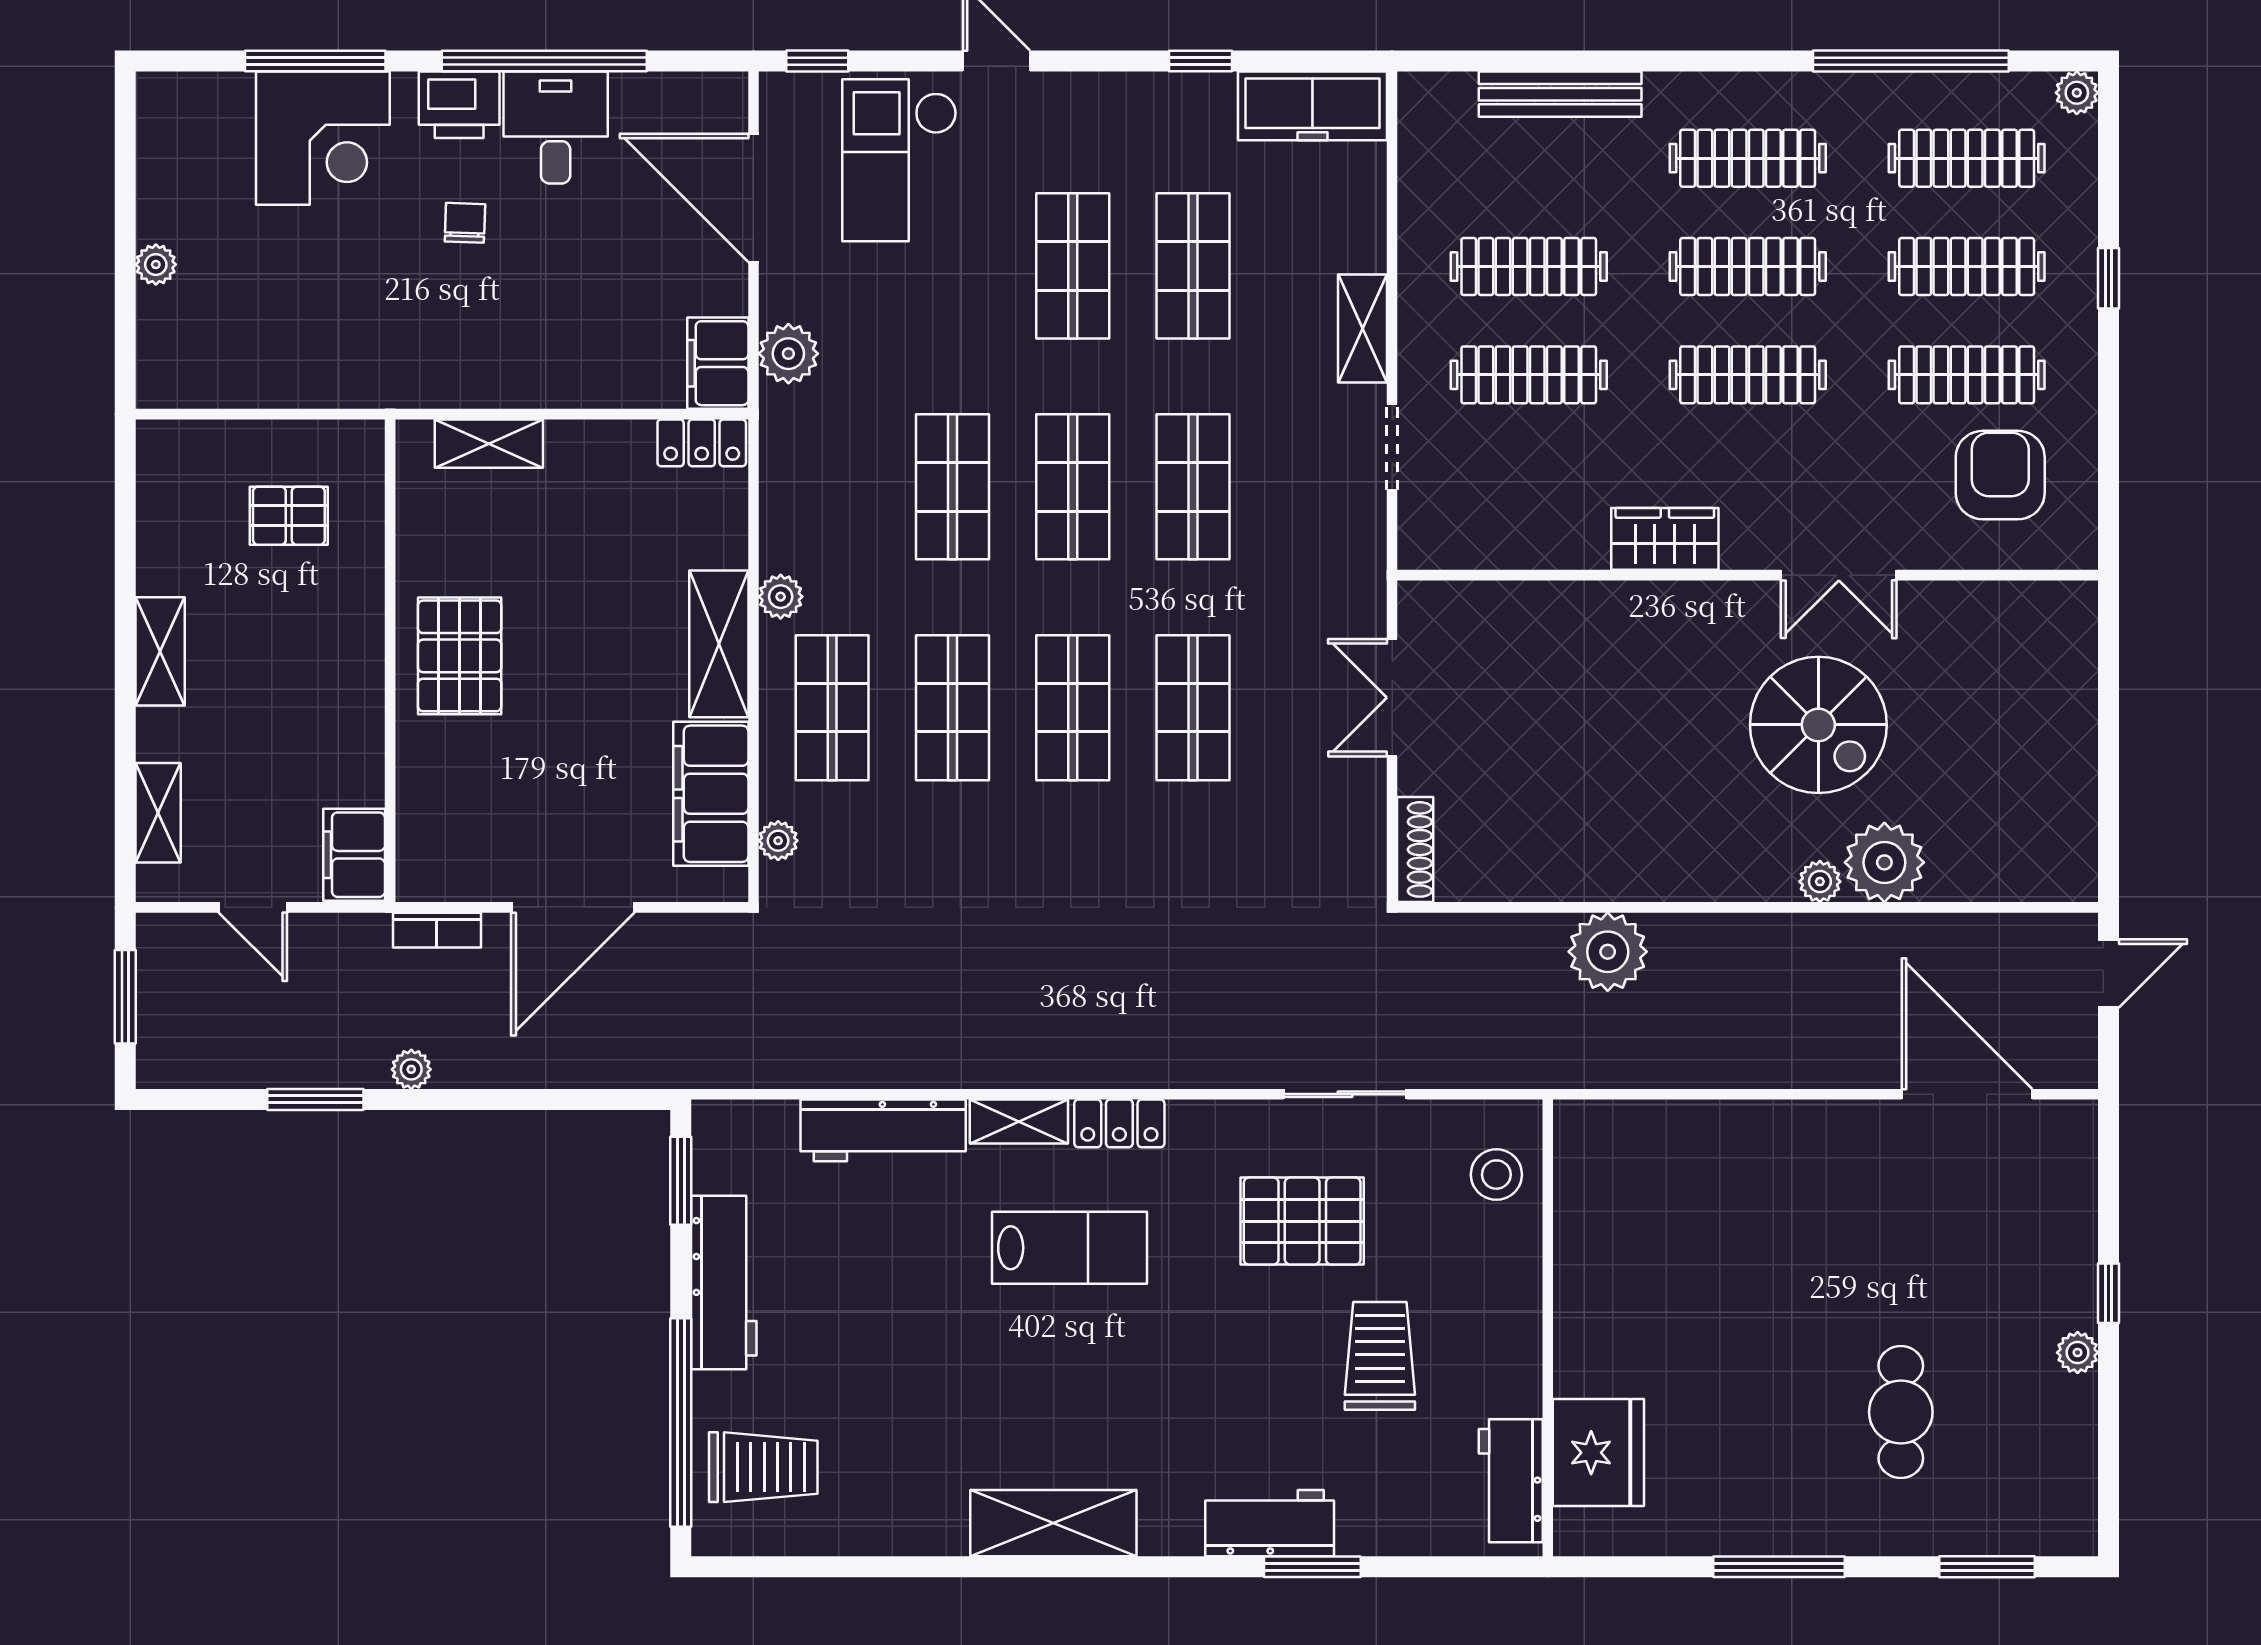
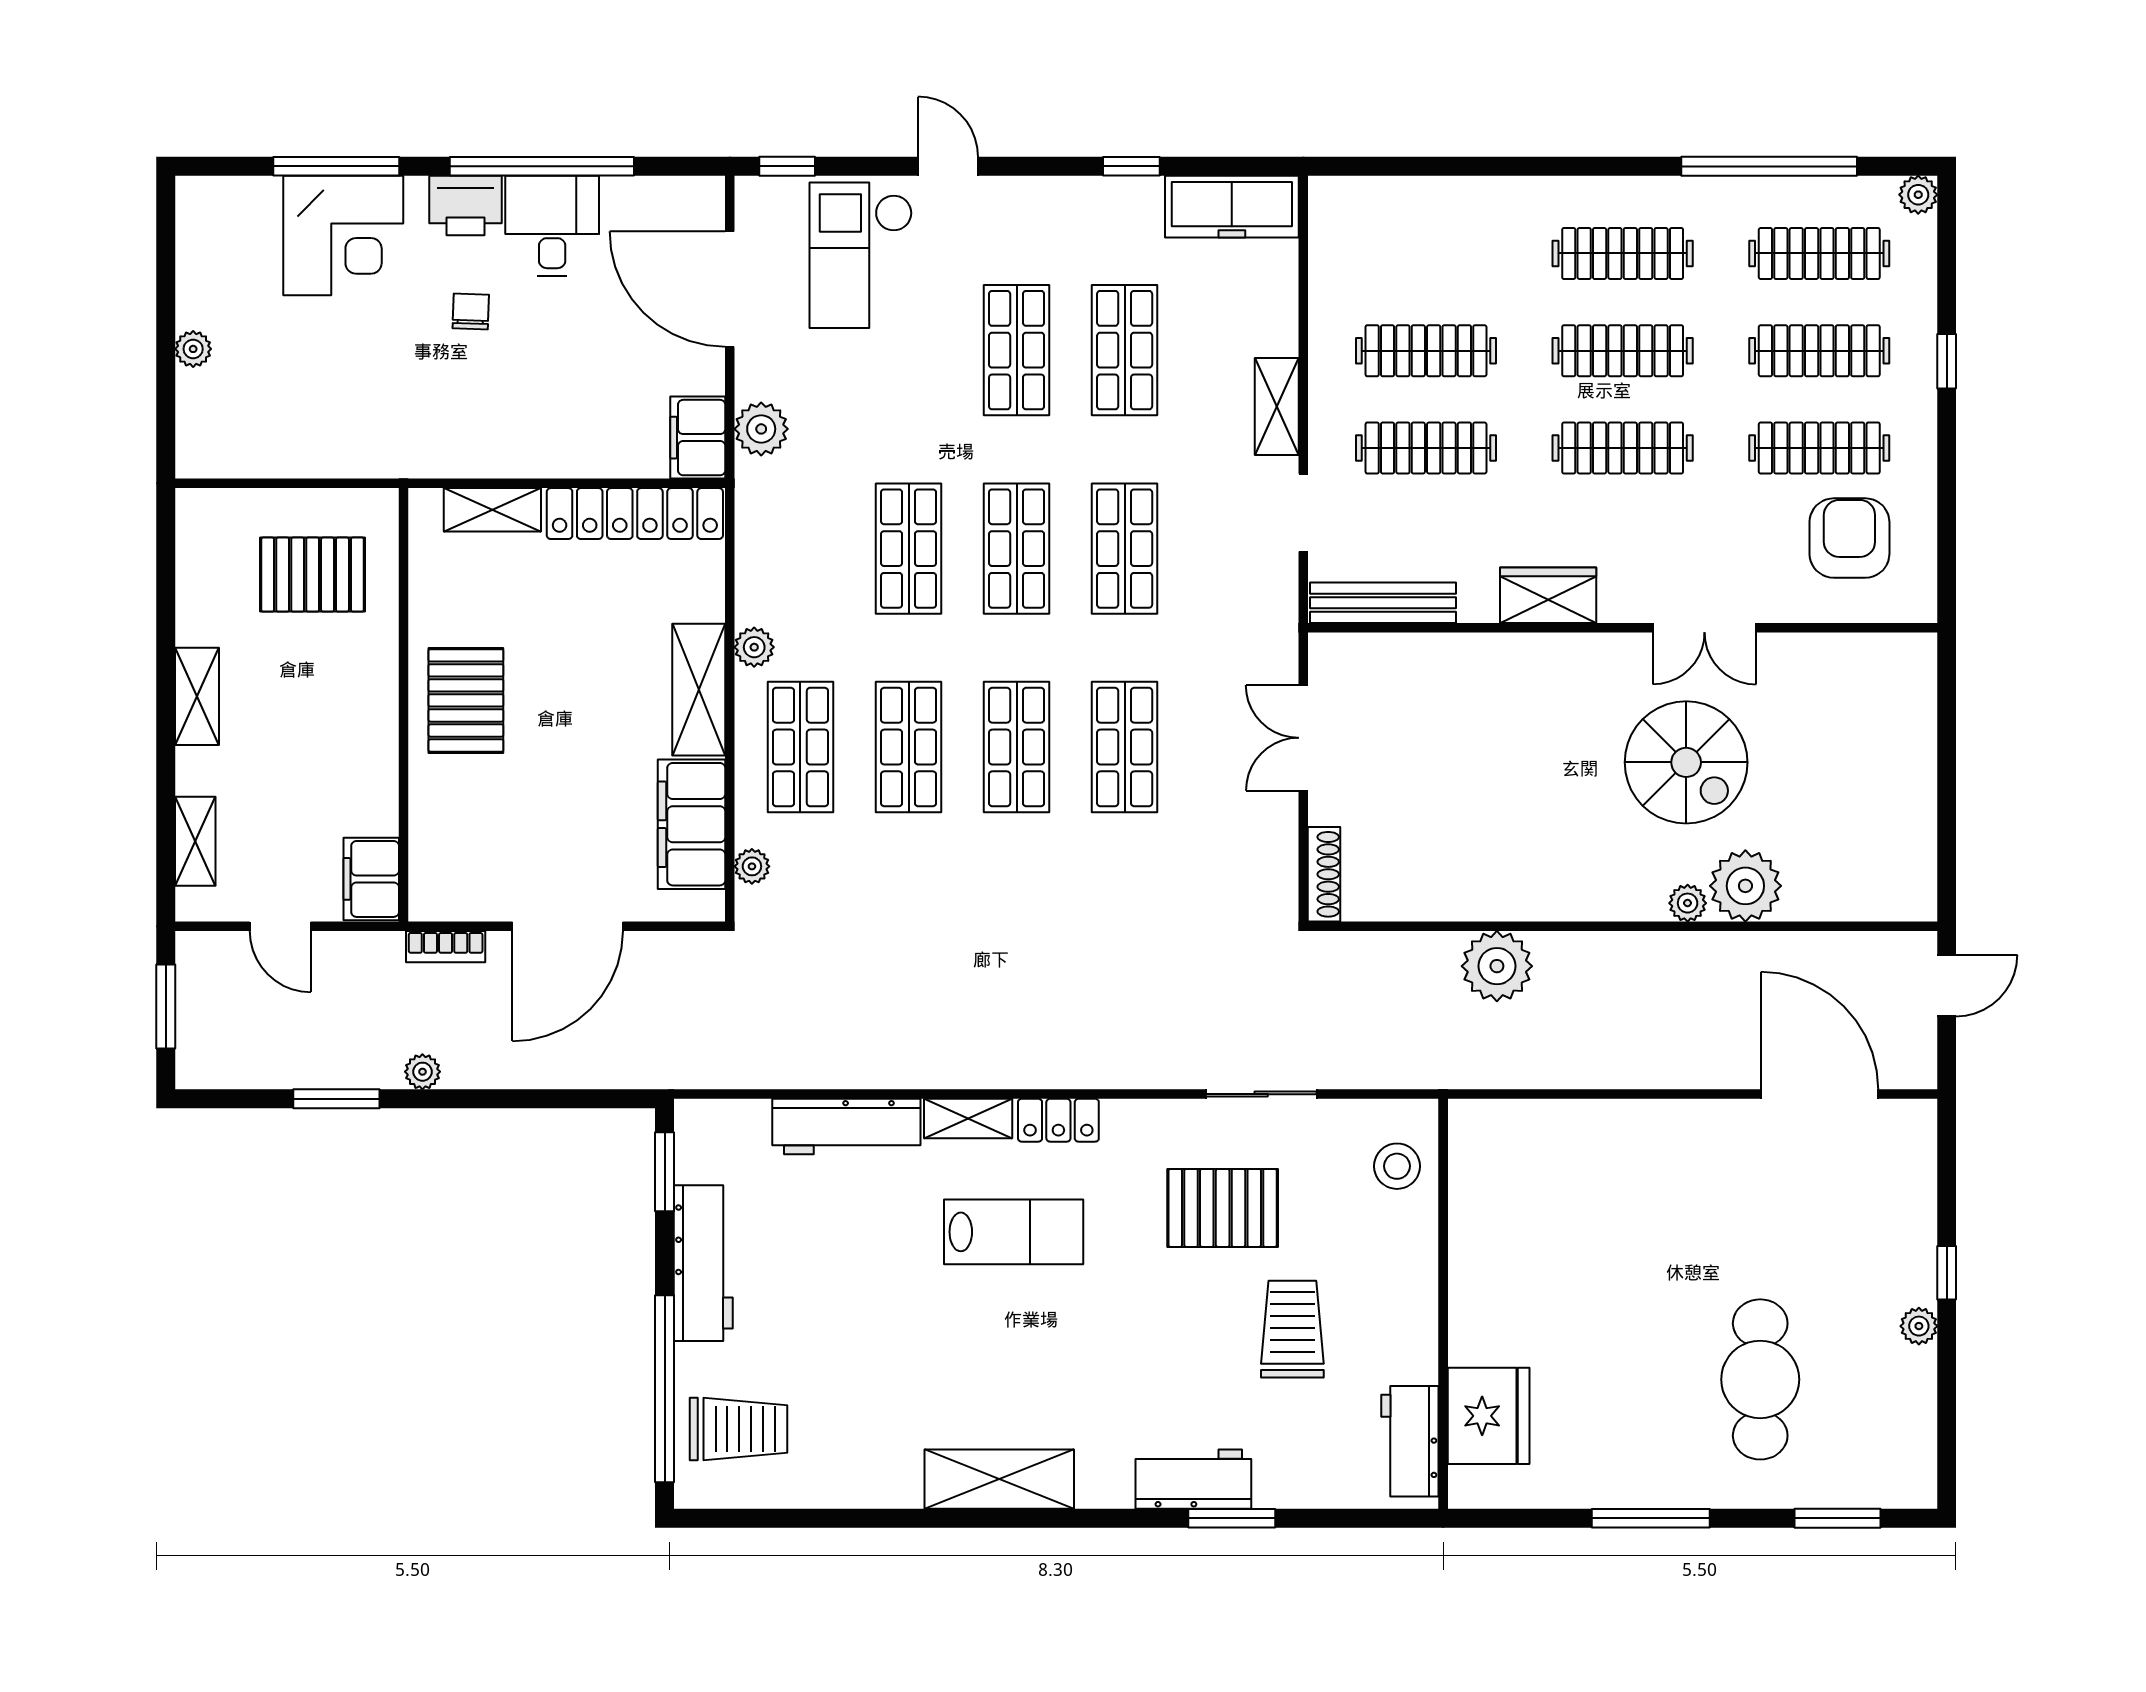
bench: (1560, 94) -> (1383, 603), moved
locker: (702, 443) -> (635, 514), width x2.16, depth x1.21
pallet: (289, 516) -> (313, 575), width x1.50, depth x1.42
cafe table: (1901, 1412) -> (1760, 1379), width x1.37, depth x1.35

